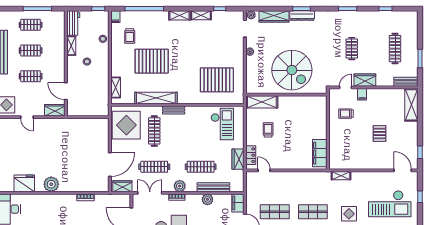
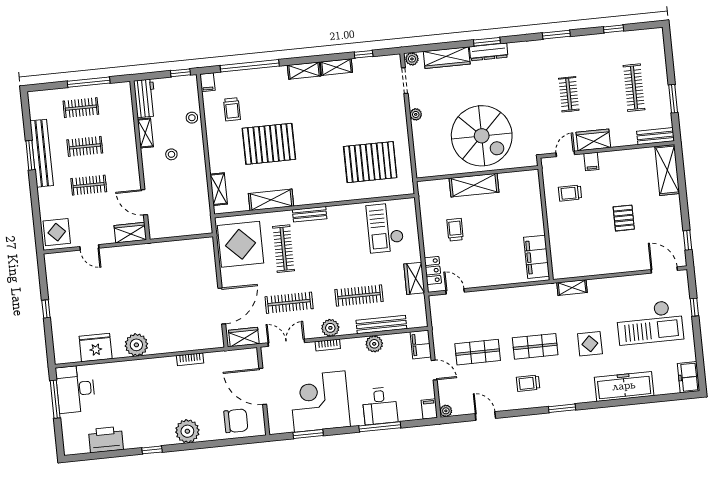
shelving: (156, 98) -> (271, 200), width x0.68
shelving: (262, 102) -> (474, 185), moved
checkout: (222, 124) -> (385, 228), turned 180

